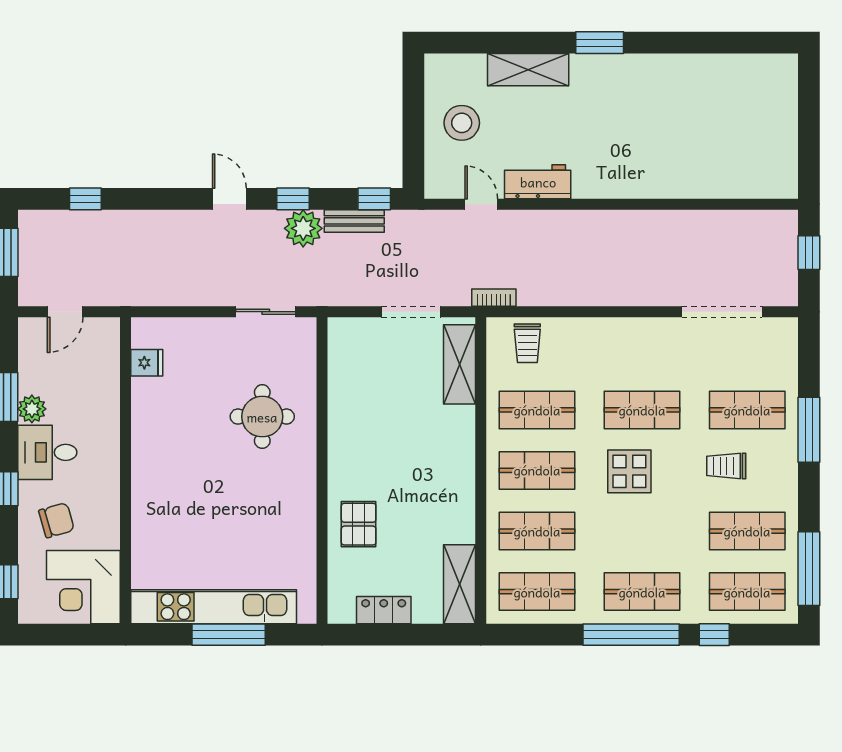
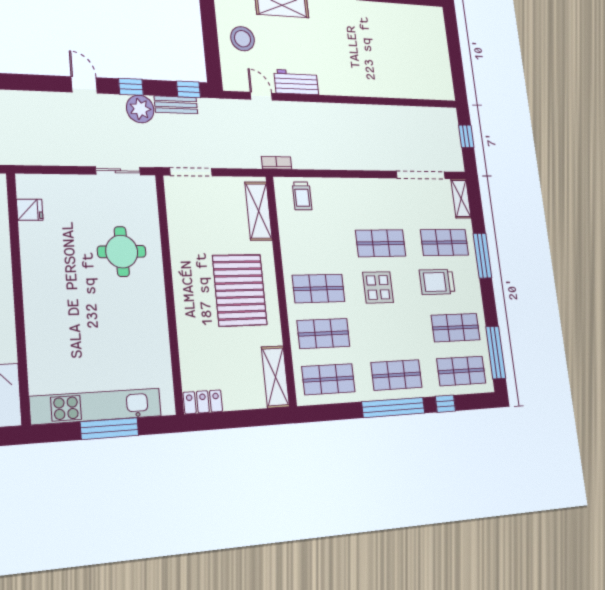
doorway: (411, 312) -> (191, 172), moved
shelving: (785, 346) -> (461, 198), added
shop shelf: (537, 410) -> (314, 244), removed
trolley: (726, 466) -> (437, 282), width x1.36, depth x1.39
pallet: (359, 524) -> (240, 290), moved, width x2.05, depth x2.00
locker: (384, 610) -> (203, 402), moved

